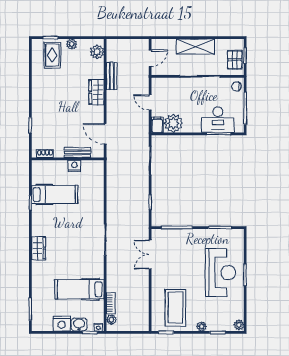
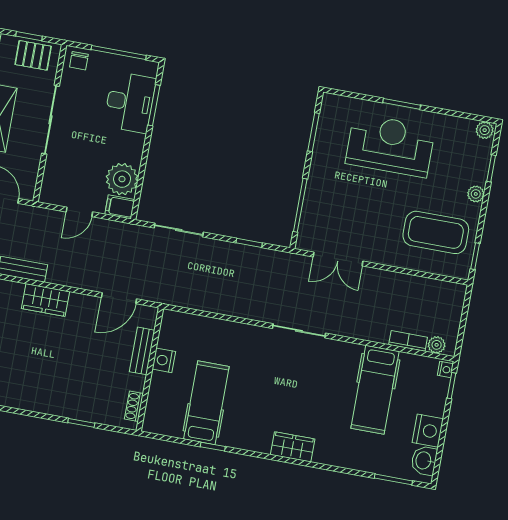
washbasin: (79, 324) -> (424, 461), moved

